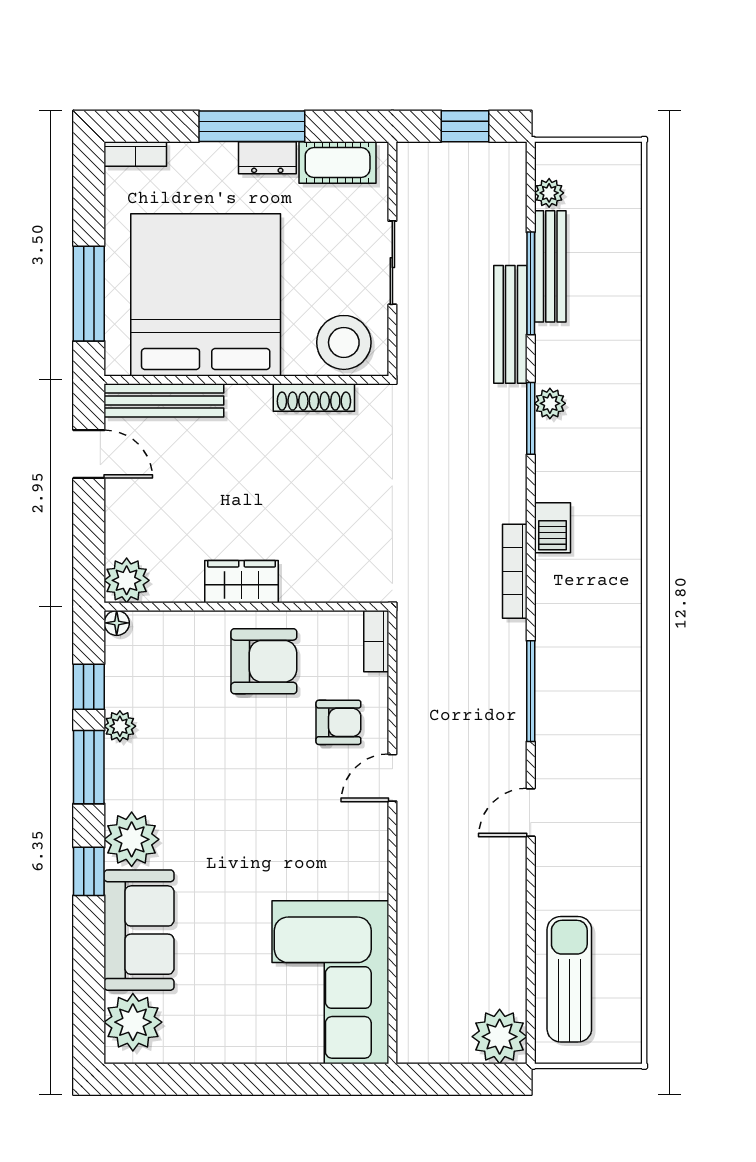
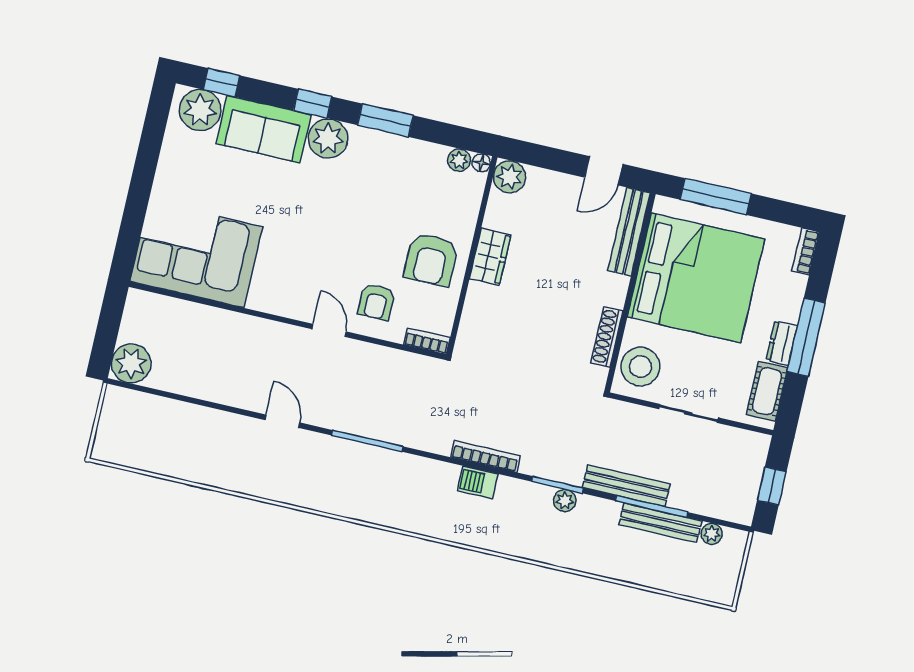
bookcase: (515, 571) -> (485, 456), moved
window: (89, 687) -> (222, 82), moved
plant: (120, 726) -> (459, 160), moved
sun lounger: (569, 979) -> (160, 421), removed

